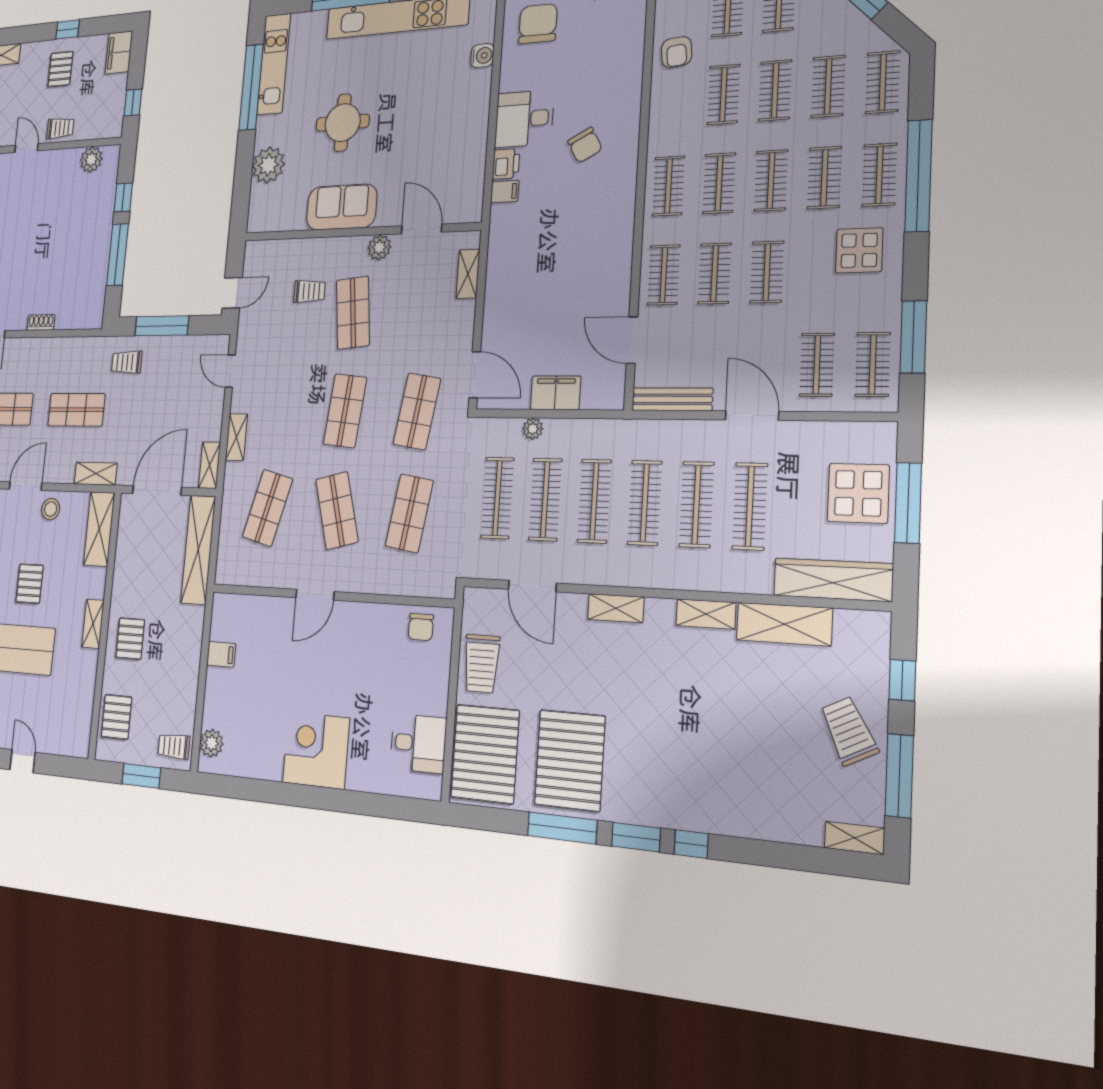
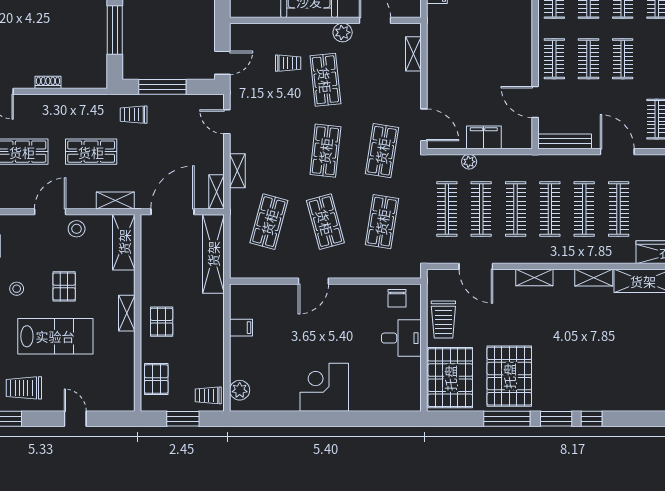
desk: (418, 743) -> (401, 338), moved

